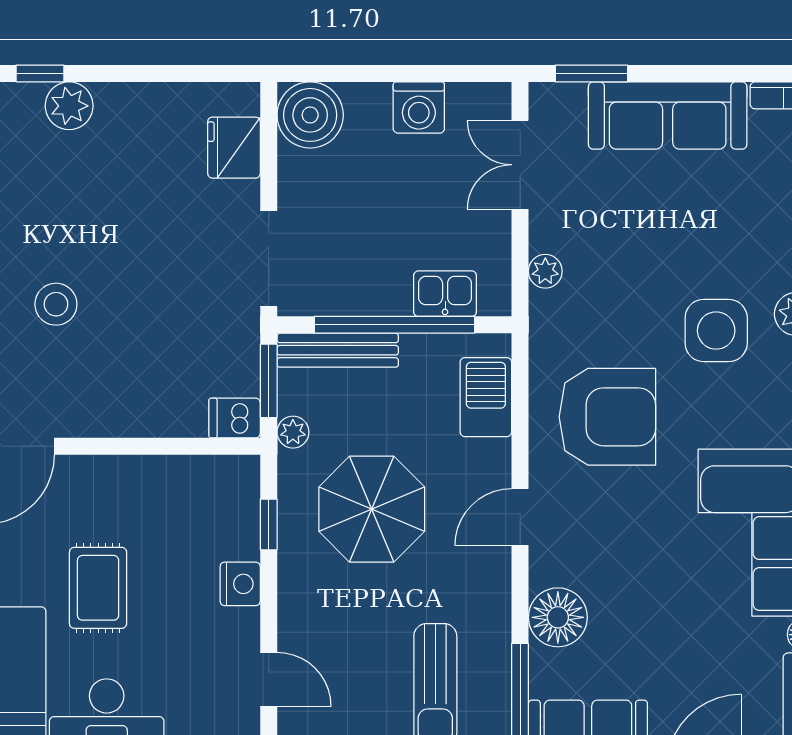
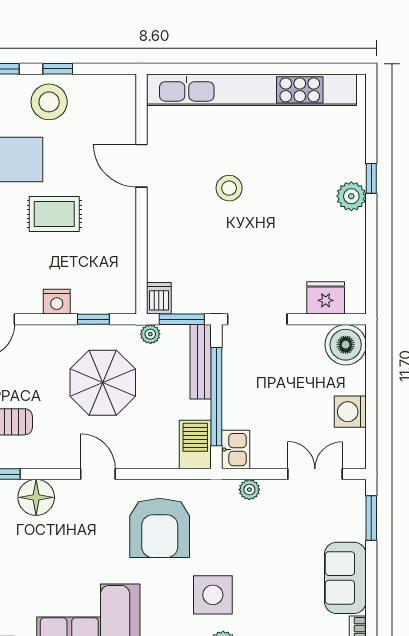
sofa: (668, 116) -> (345, 578), width x0.73
kitchen sink: (445, 294) -> (236, 450), moved
barbecue: (486, 397) -> (195, 445), moved, turned -90

